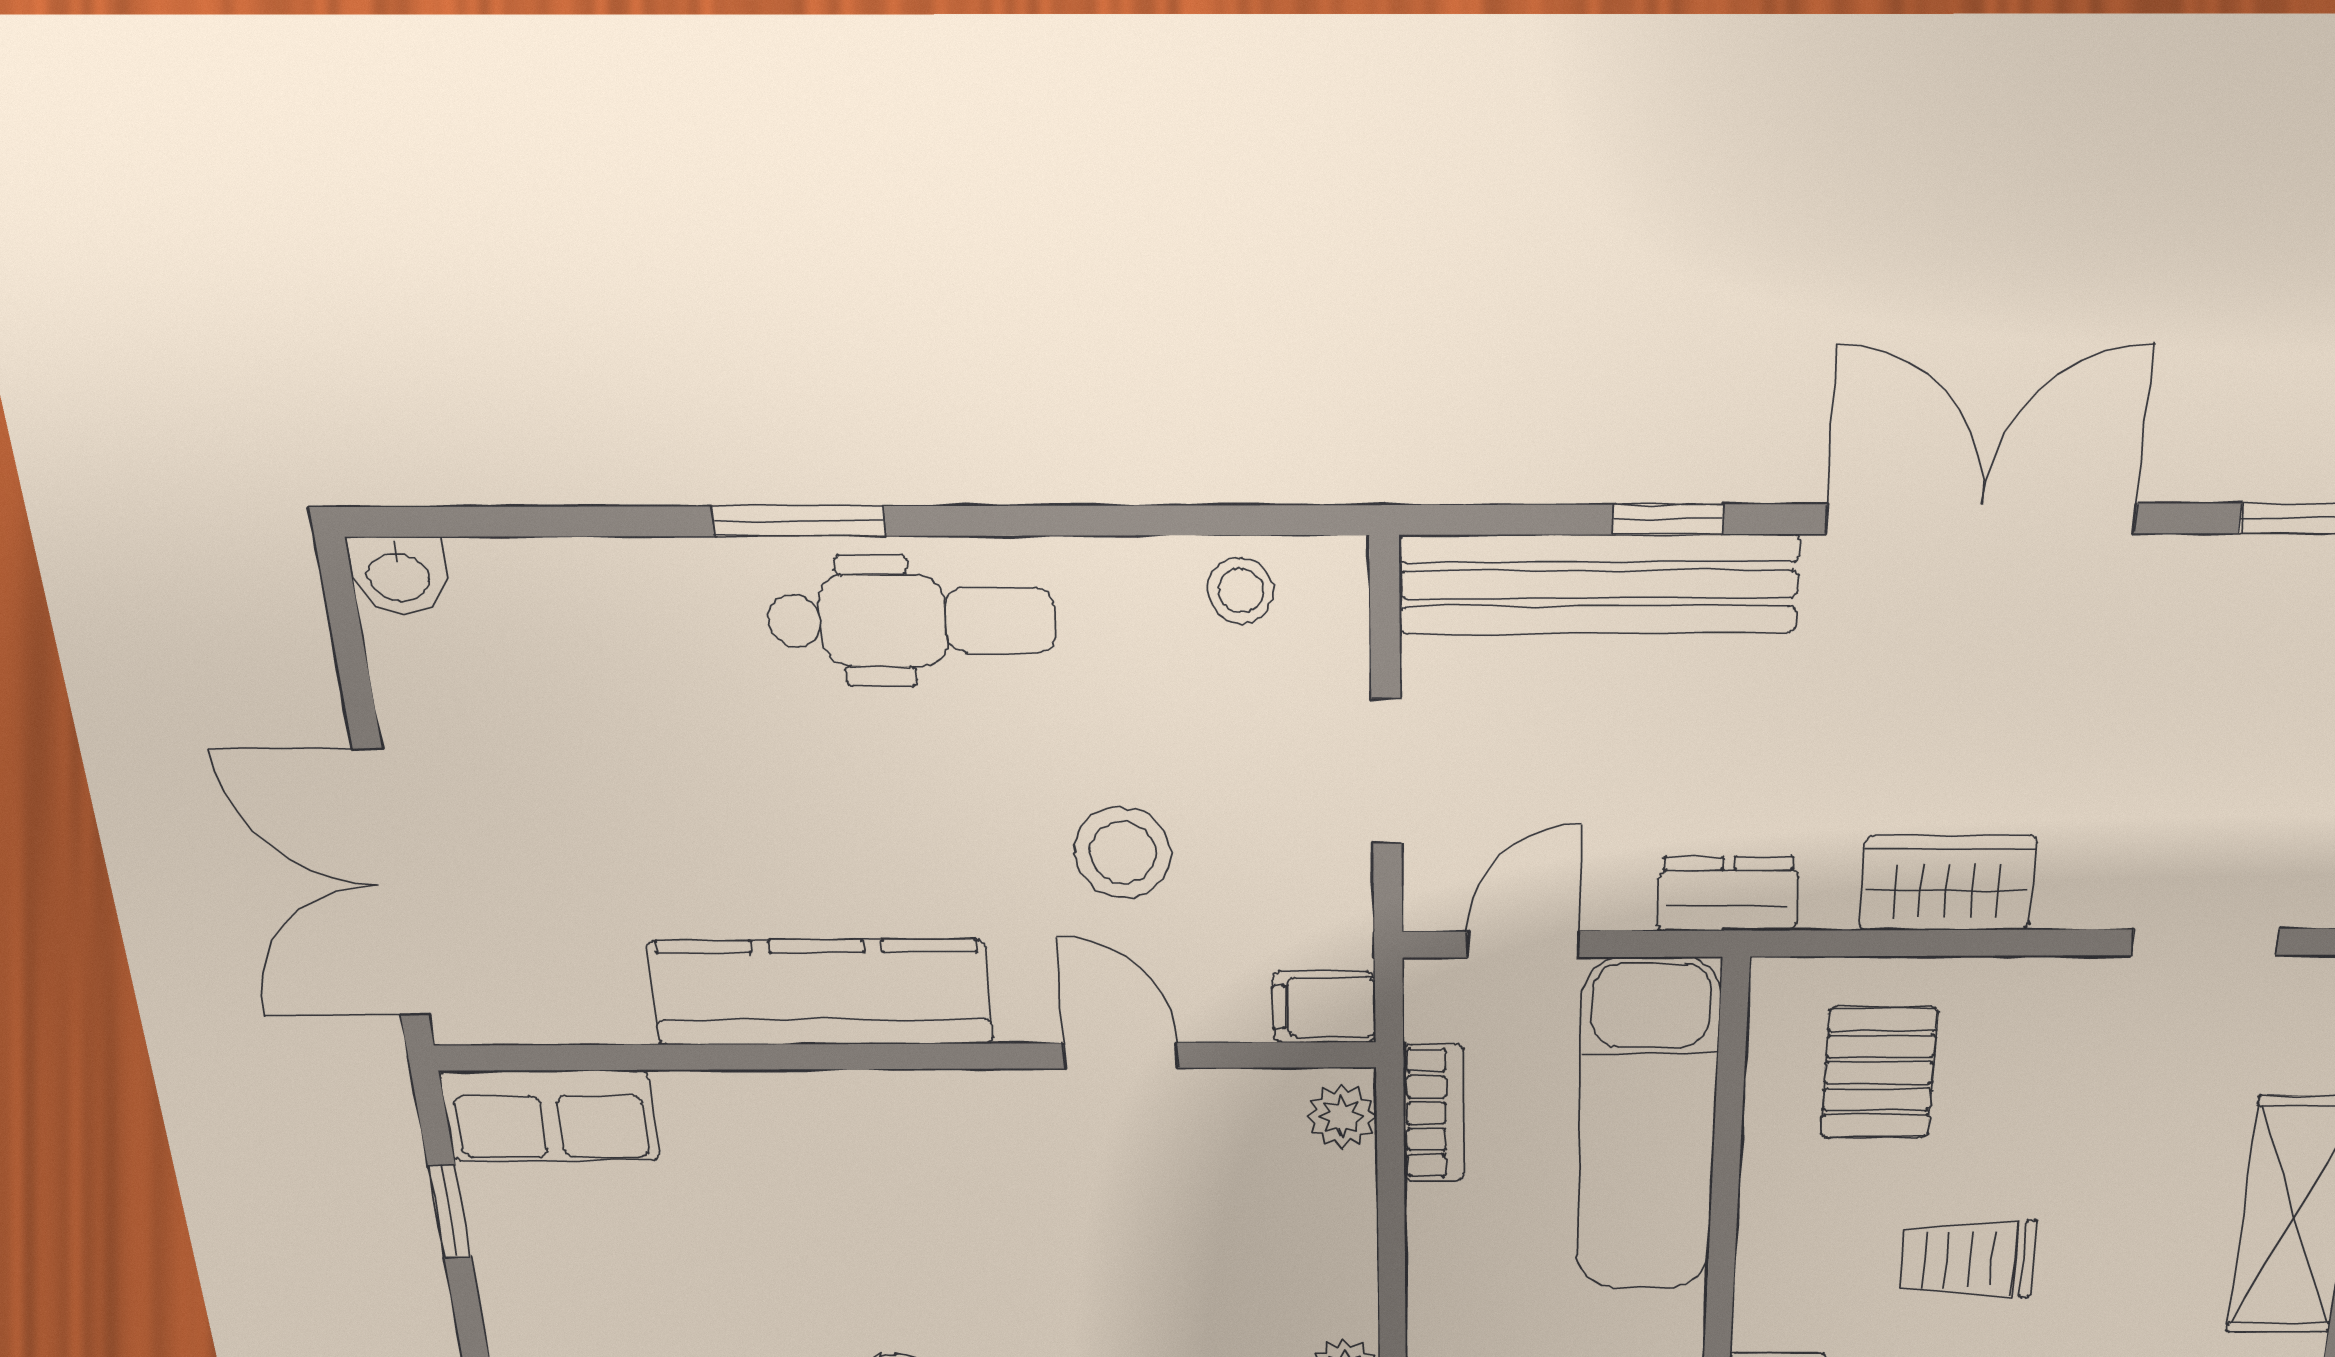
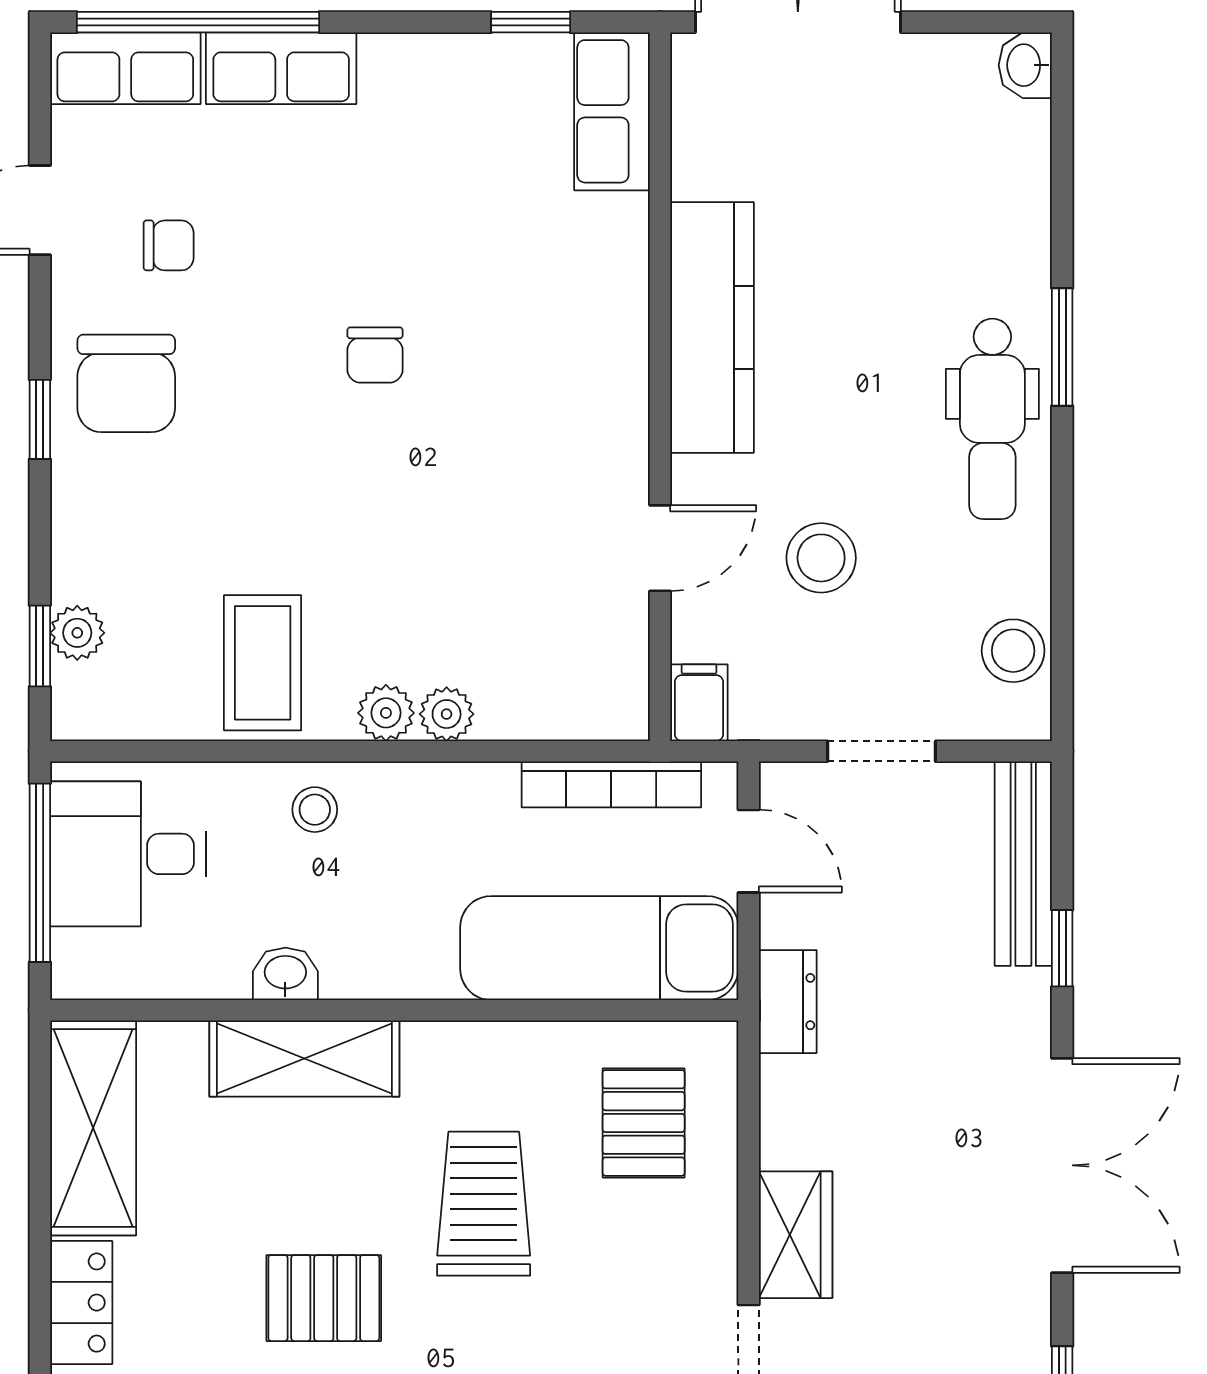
bench: (1599, 584) -> (1023, 864), width x0.73, depth x0.82
stool: (1241, 591) -> (1013, 651), width x1.37, depth x1.37
wardrobe: (1947, 883) -> (796, 1235), moved
pallet: (1879, 1073) -> (644, 1123), turned 90
bookcase: (1434, 1113) -> (611, 784), width x1.56
plant: (1342, 1116) -> (447, 714), moved
trolley: (1968, 1259) -> (484, 1204), width x1.36, depth x1.39

